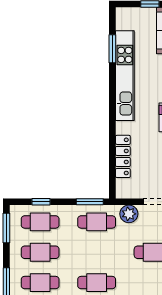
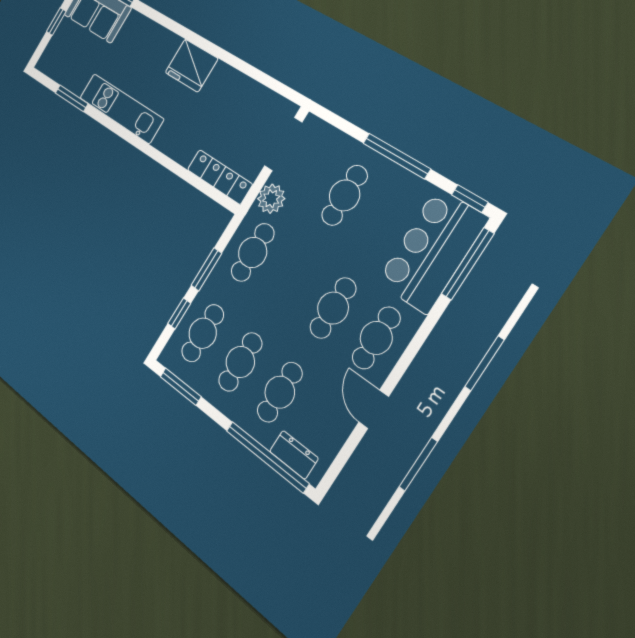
kitchen unit: (125, 76) -> (121, 108), width x0.73
locker: (123, 156) -> (220, 177), moved
window: (90, 202) -> (206, 269), moved

